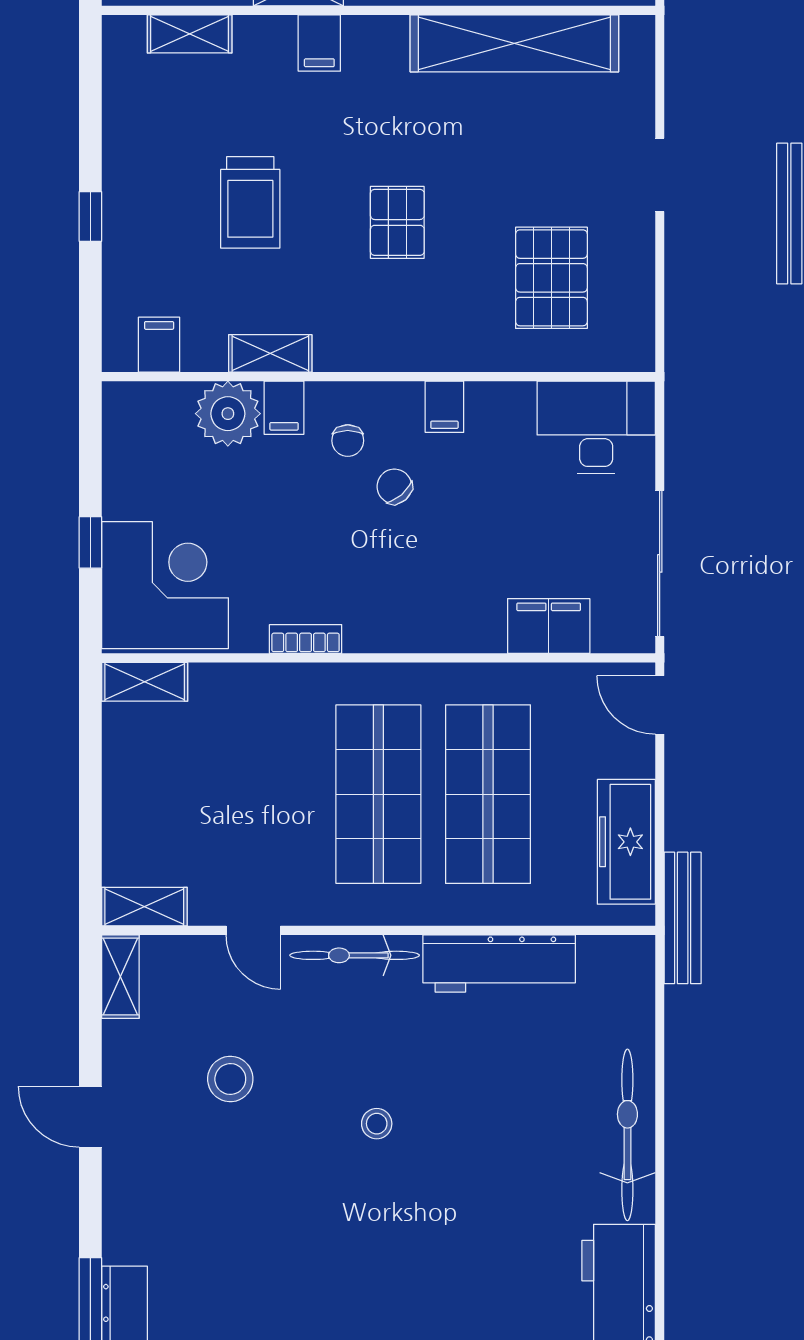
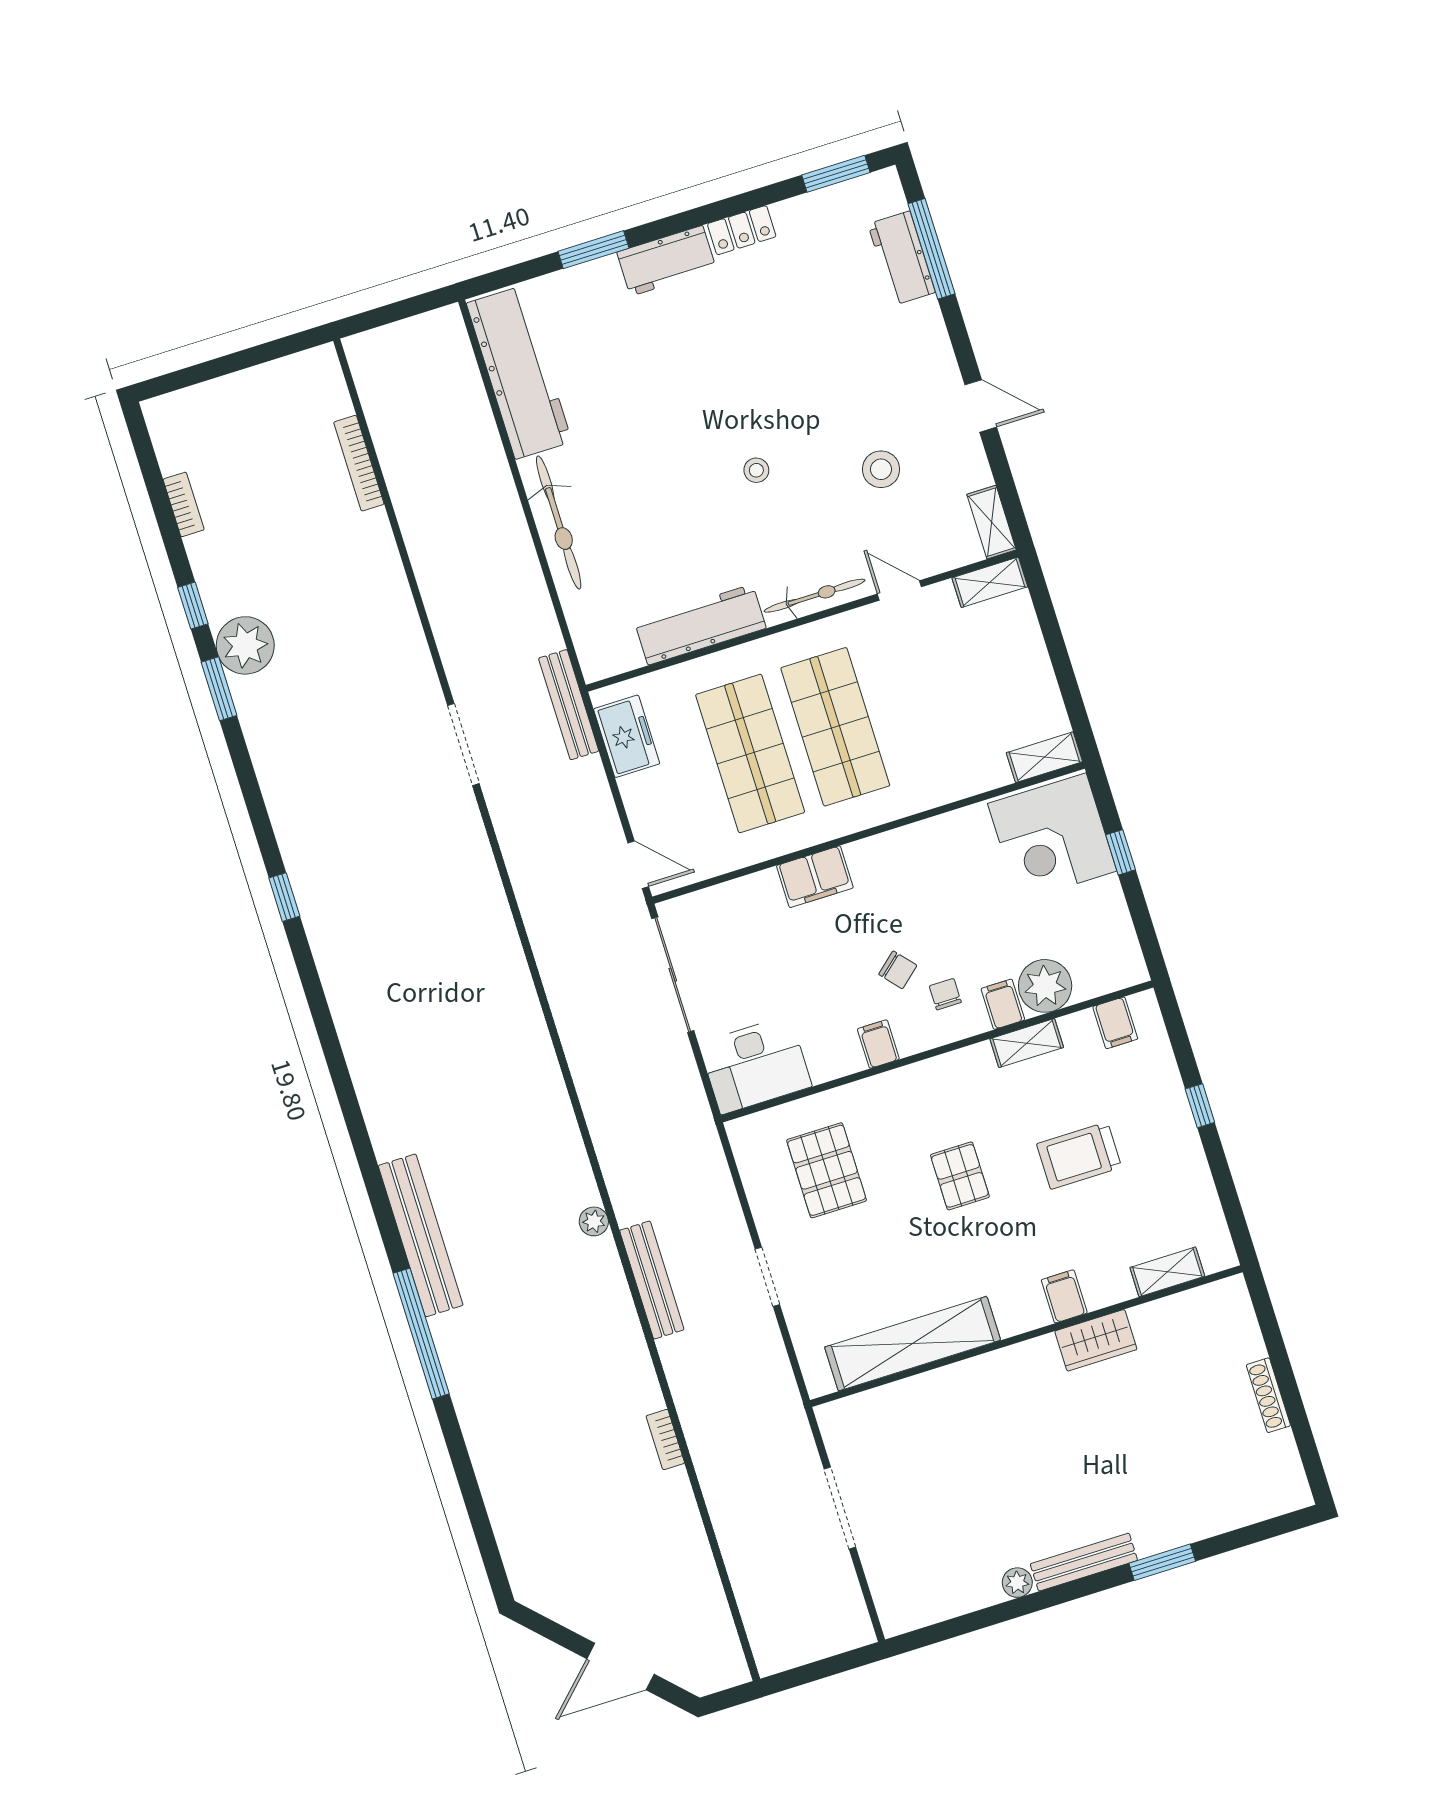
trolley: (250, 202) -> (1079, 1156), turned -90
filing cabinet: (549, 626) -> (815, 877), moved
bookcase: (306, 639) -> (930, 830), removed
freezer: (626, 842) -> (627, 736), width x0.71

